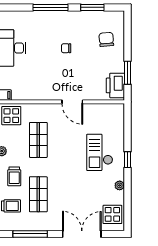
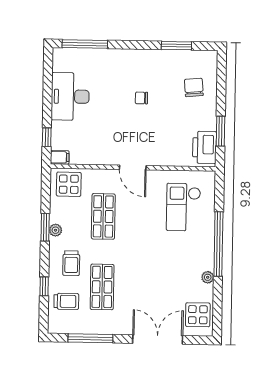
window: (50, 7) -> (85, 44), moved
door: (72, 102) -> (133, 167), moved
checkout: (100, 152) -> (183, 207), moved
window: (127, 160) -> (218, 244), width x3.17

